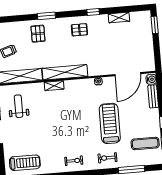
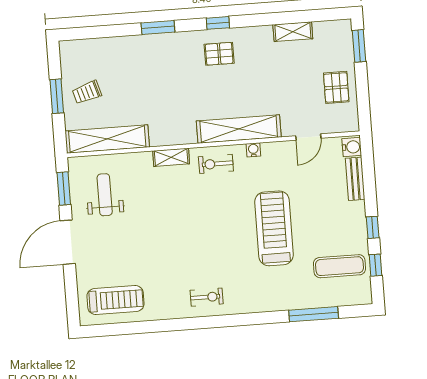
window: (93, 12) -> (218, 23), moved
pallet: (38, 34) -> (336, 87), moved
shelving: (65, 72) -> (239, 129), moved
door: (128, 74) -> (308, 137), width x0.53
exercise bike: (107, 158) -> (216, 164), moved

